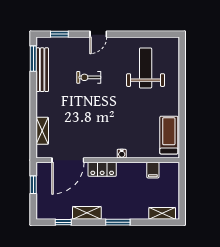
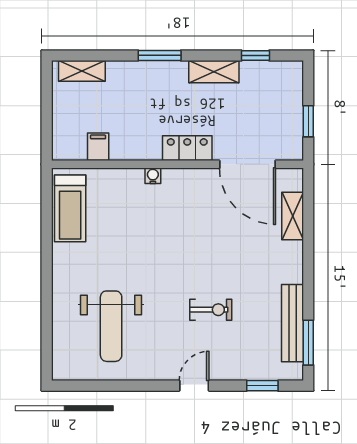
door: (68, 160) -> (247, 164), swing flipped

